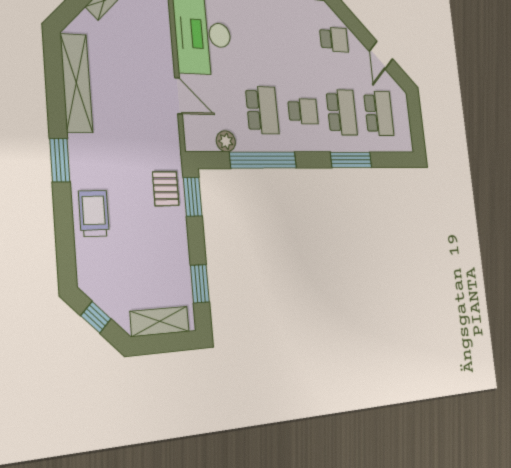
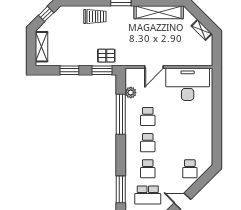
school desk: (262, 110) -> (148, 117), width x0.54
school desk: (342, 112) -> (148, 169), width x0.54
window: (351, 160) -> (121, 189), moved
window: (200, 284) -> (69, 70), moved

